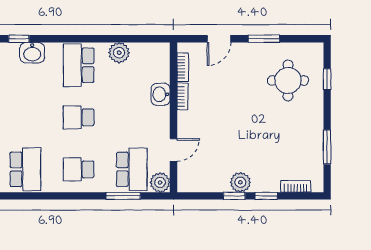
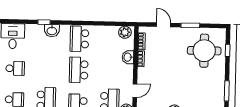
door: (219, 39) -> (164, 25), swing flipped
plant: (119, 53) -> (125, 32), moved
round table: (288, 81) -> (204, 51), width x1.36, depth x1.36
school desk: (79, 117) -> (79, 70), width x1.85

